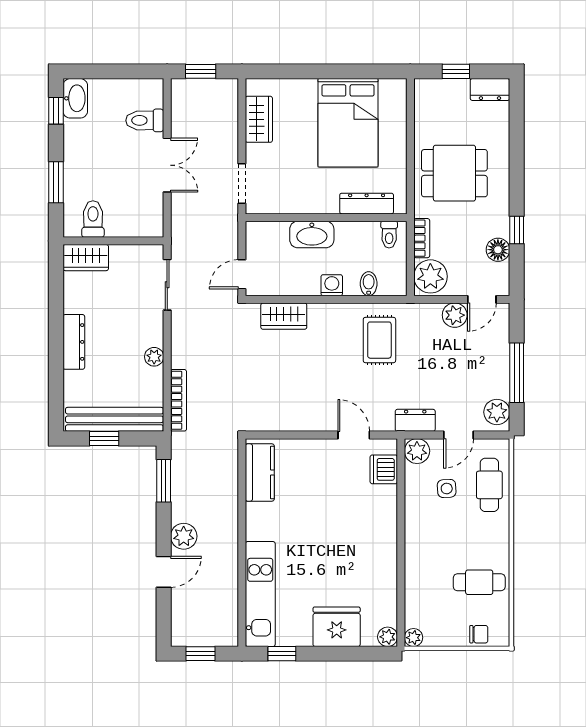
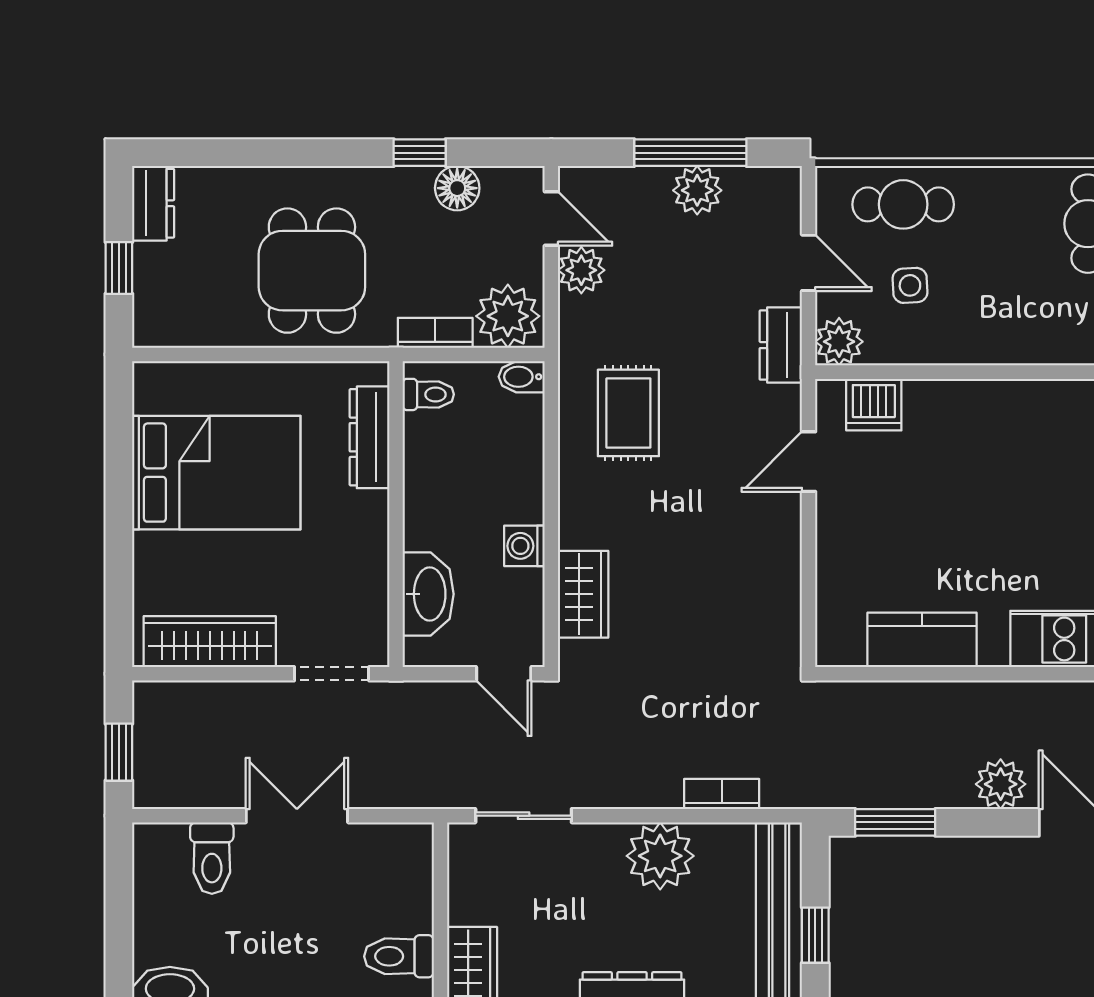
wardrobe: (259, 119) -> (210, 642), width x1.50
washbasin: (312, 234) -> (428, 594), moved
bidet: (369, 284) -> (522, 377), moved
washing machine: (332, 285) -> (524, 546), moved
rug: (379, 340) -> (628, 413), turned 90
plant: (154, 357) -> (660, 856), width x1.87, depth x1.87
bookcase: (179, 400) -> (722, 794), width x0.64
plant: (497, 412) -> (697, 190), moved
kitchen counter: (260, 473) -> (922, 640), moved

